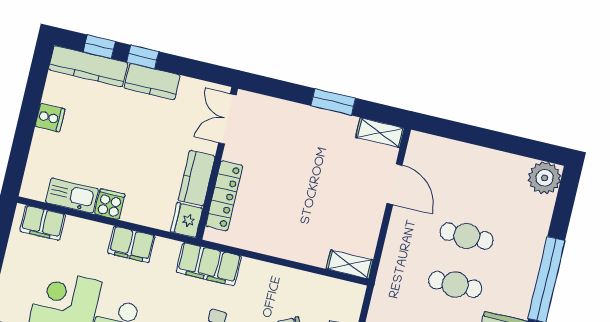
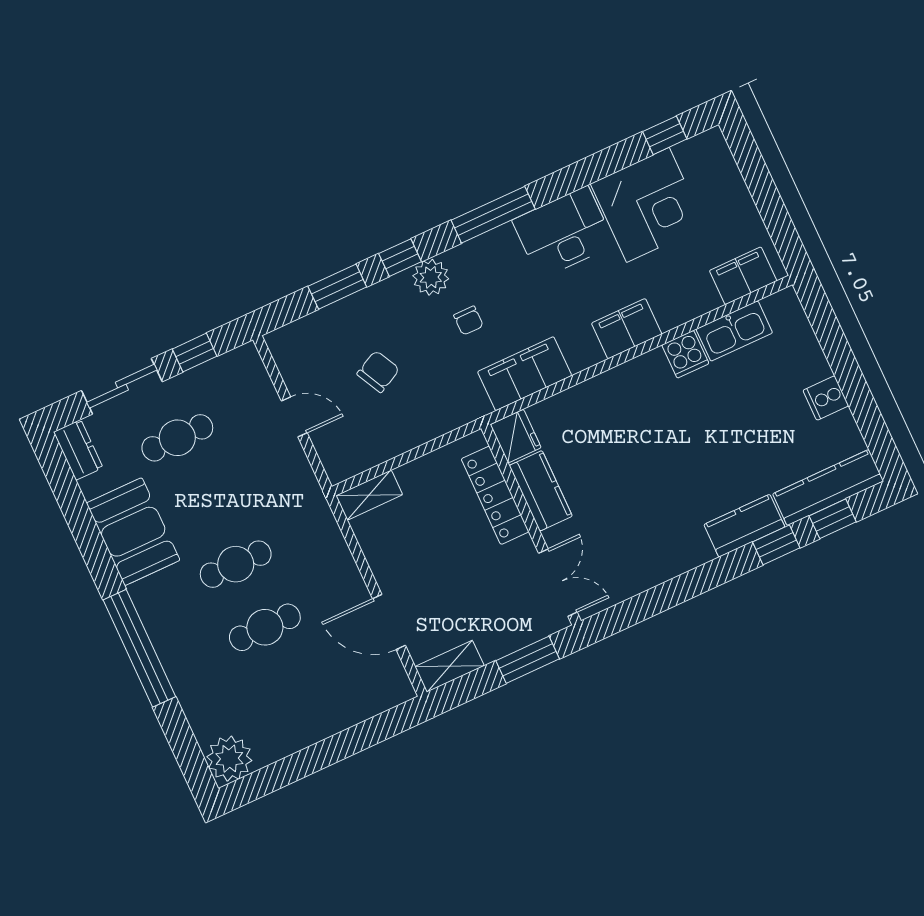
double door: (227, 119) -> (558, 583), moved
wall: (217, 163) -> (531, 525), moved
kitchen counter: (197, 178) -> (541, 491), moved
locker: (224, 196) -> (495, 495), moved
fridge: (186, 220) -> (516, 436), moved

